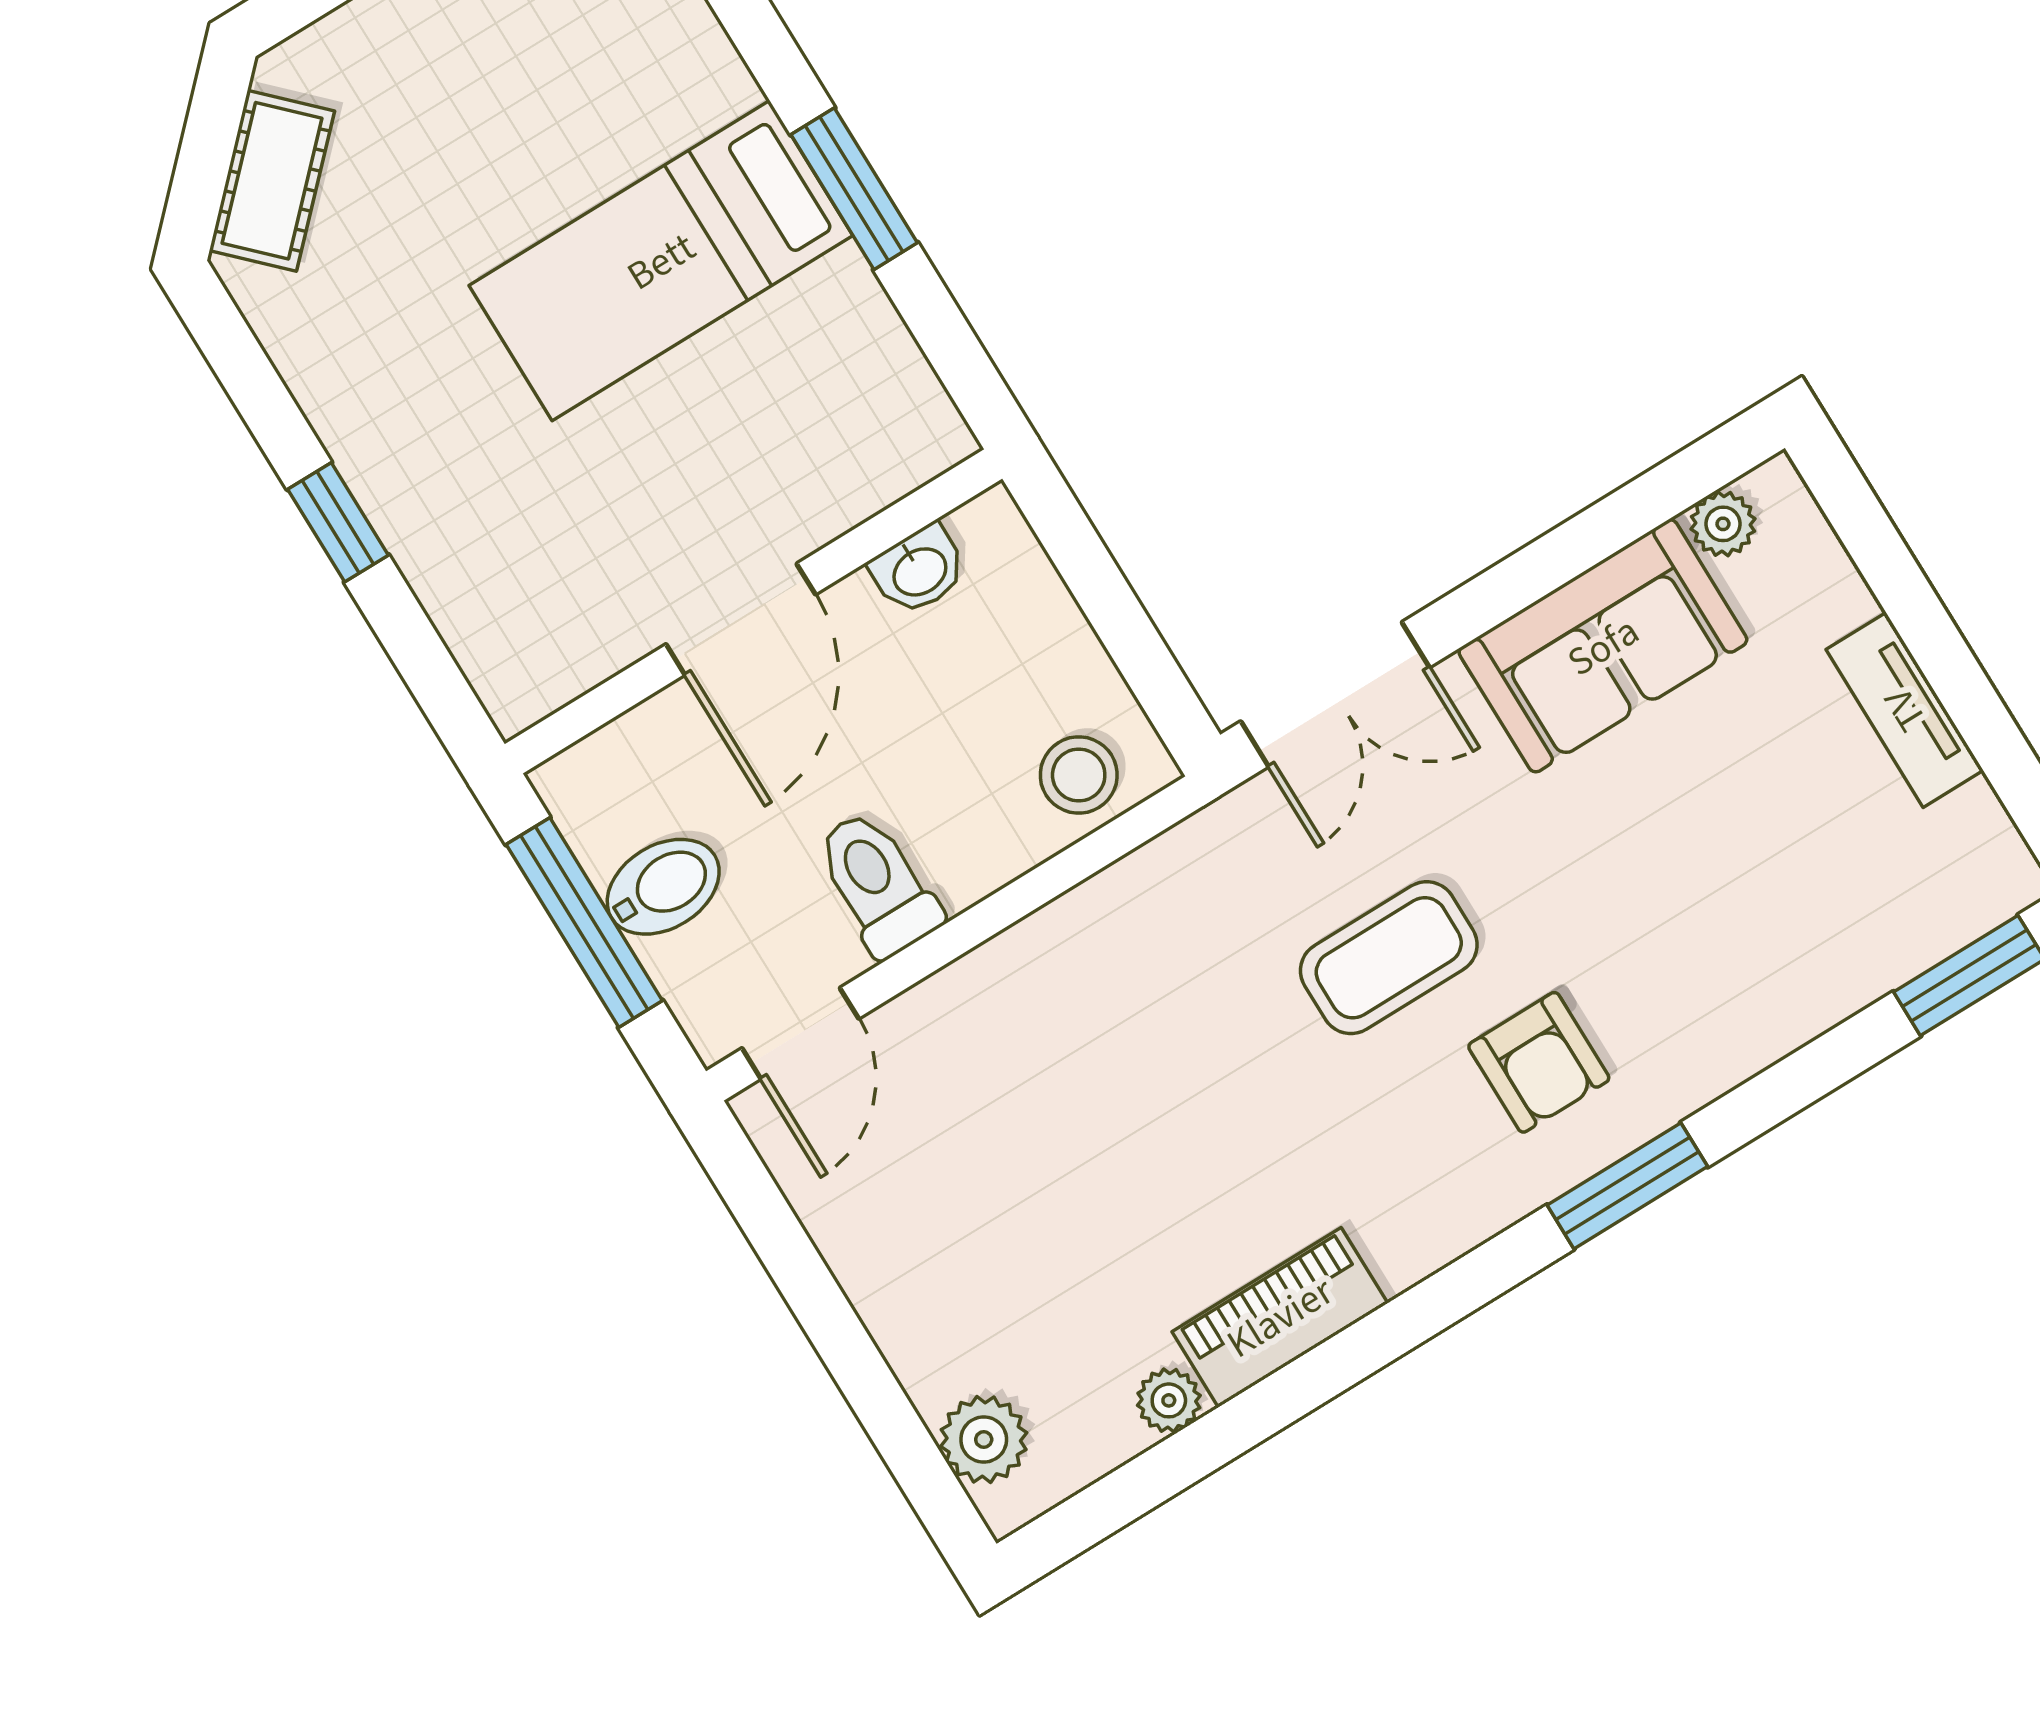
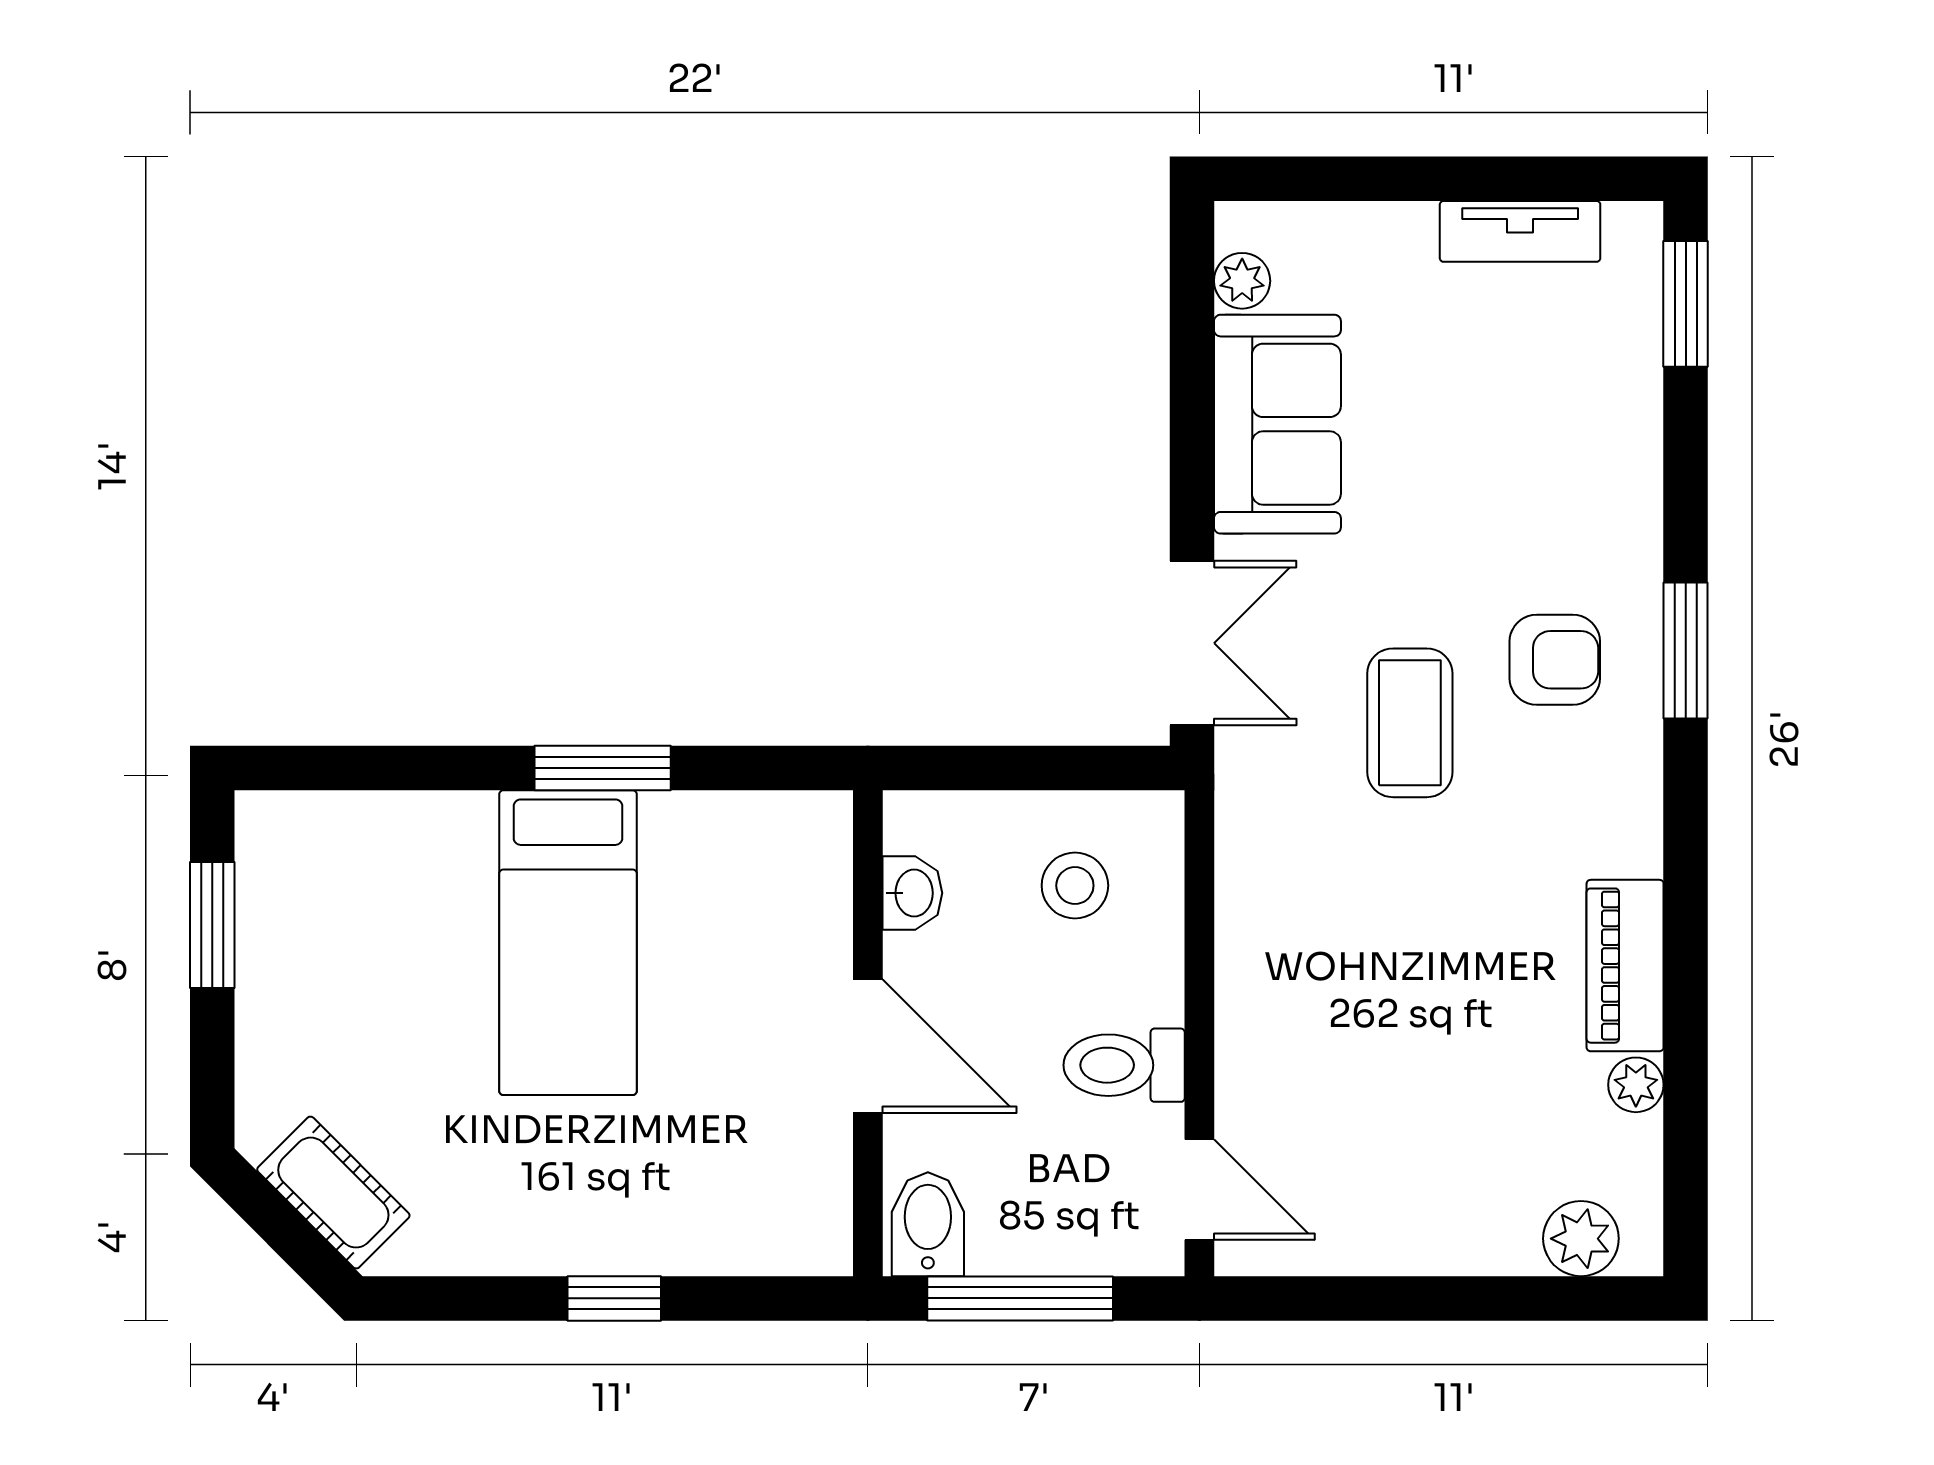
tv unit: (1905, 710) -> (1520, 231), moved
stool: (1079, 775) -> (1075, 886), moved
bidet: (663, 887) -> (928, 1224), moved

